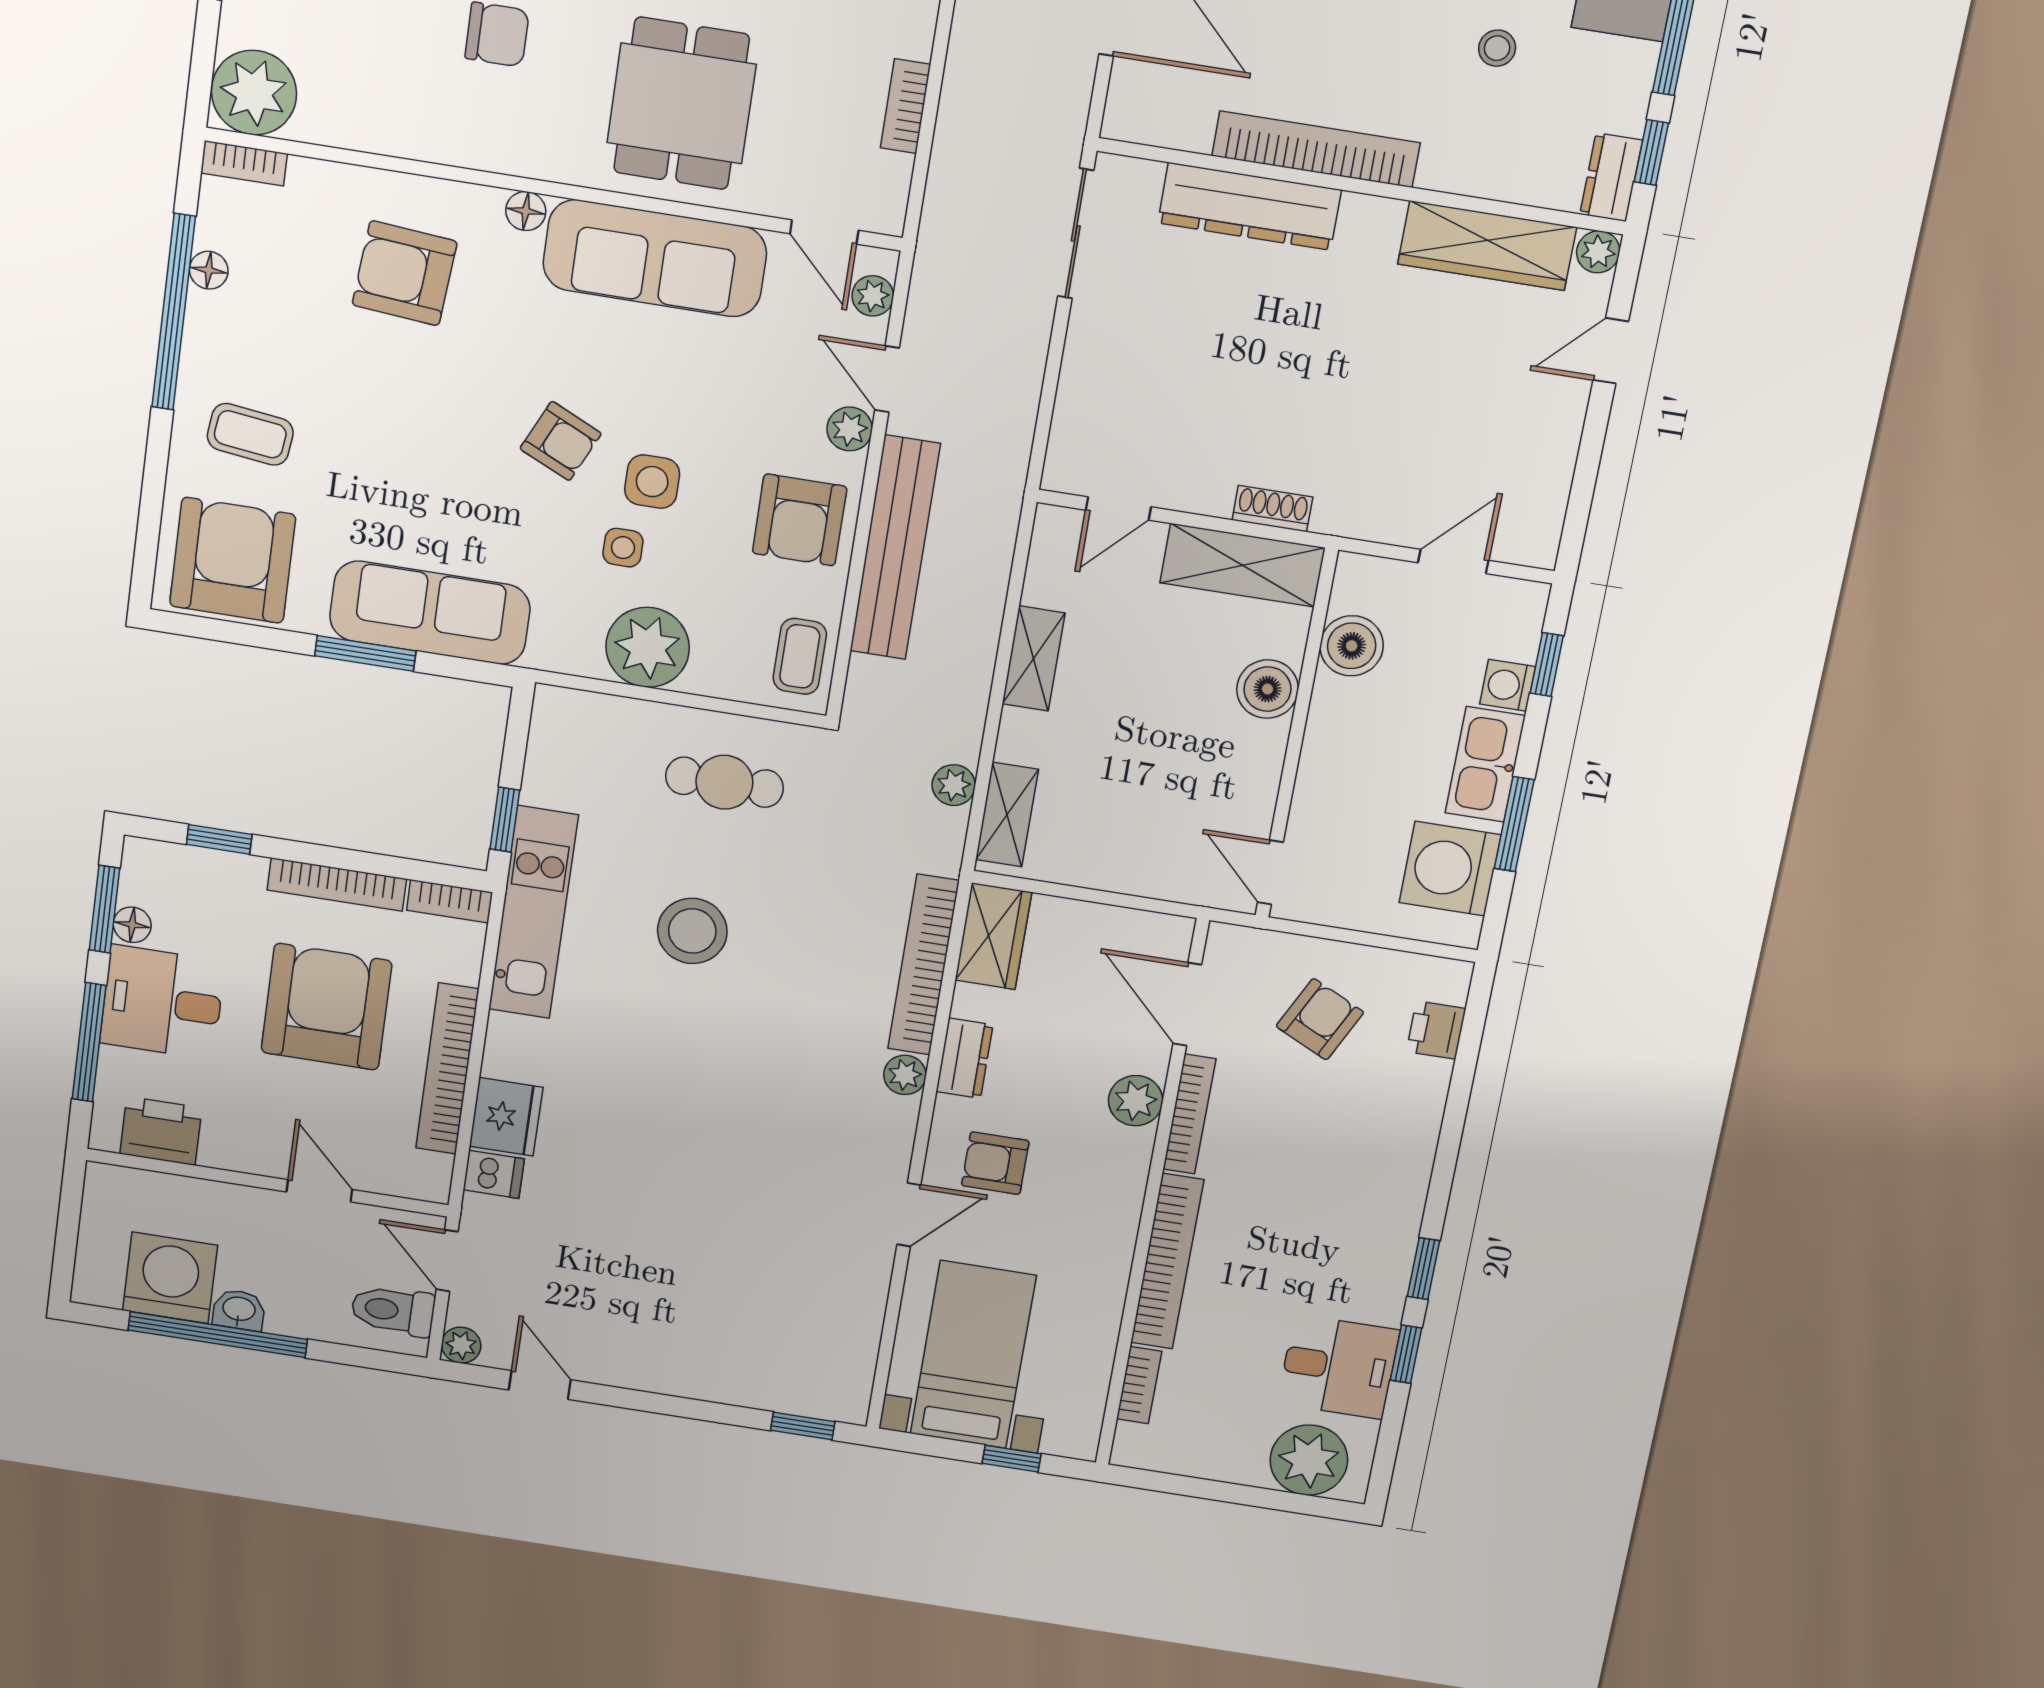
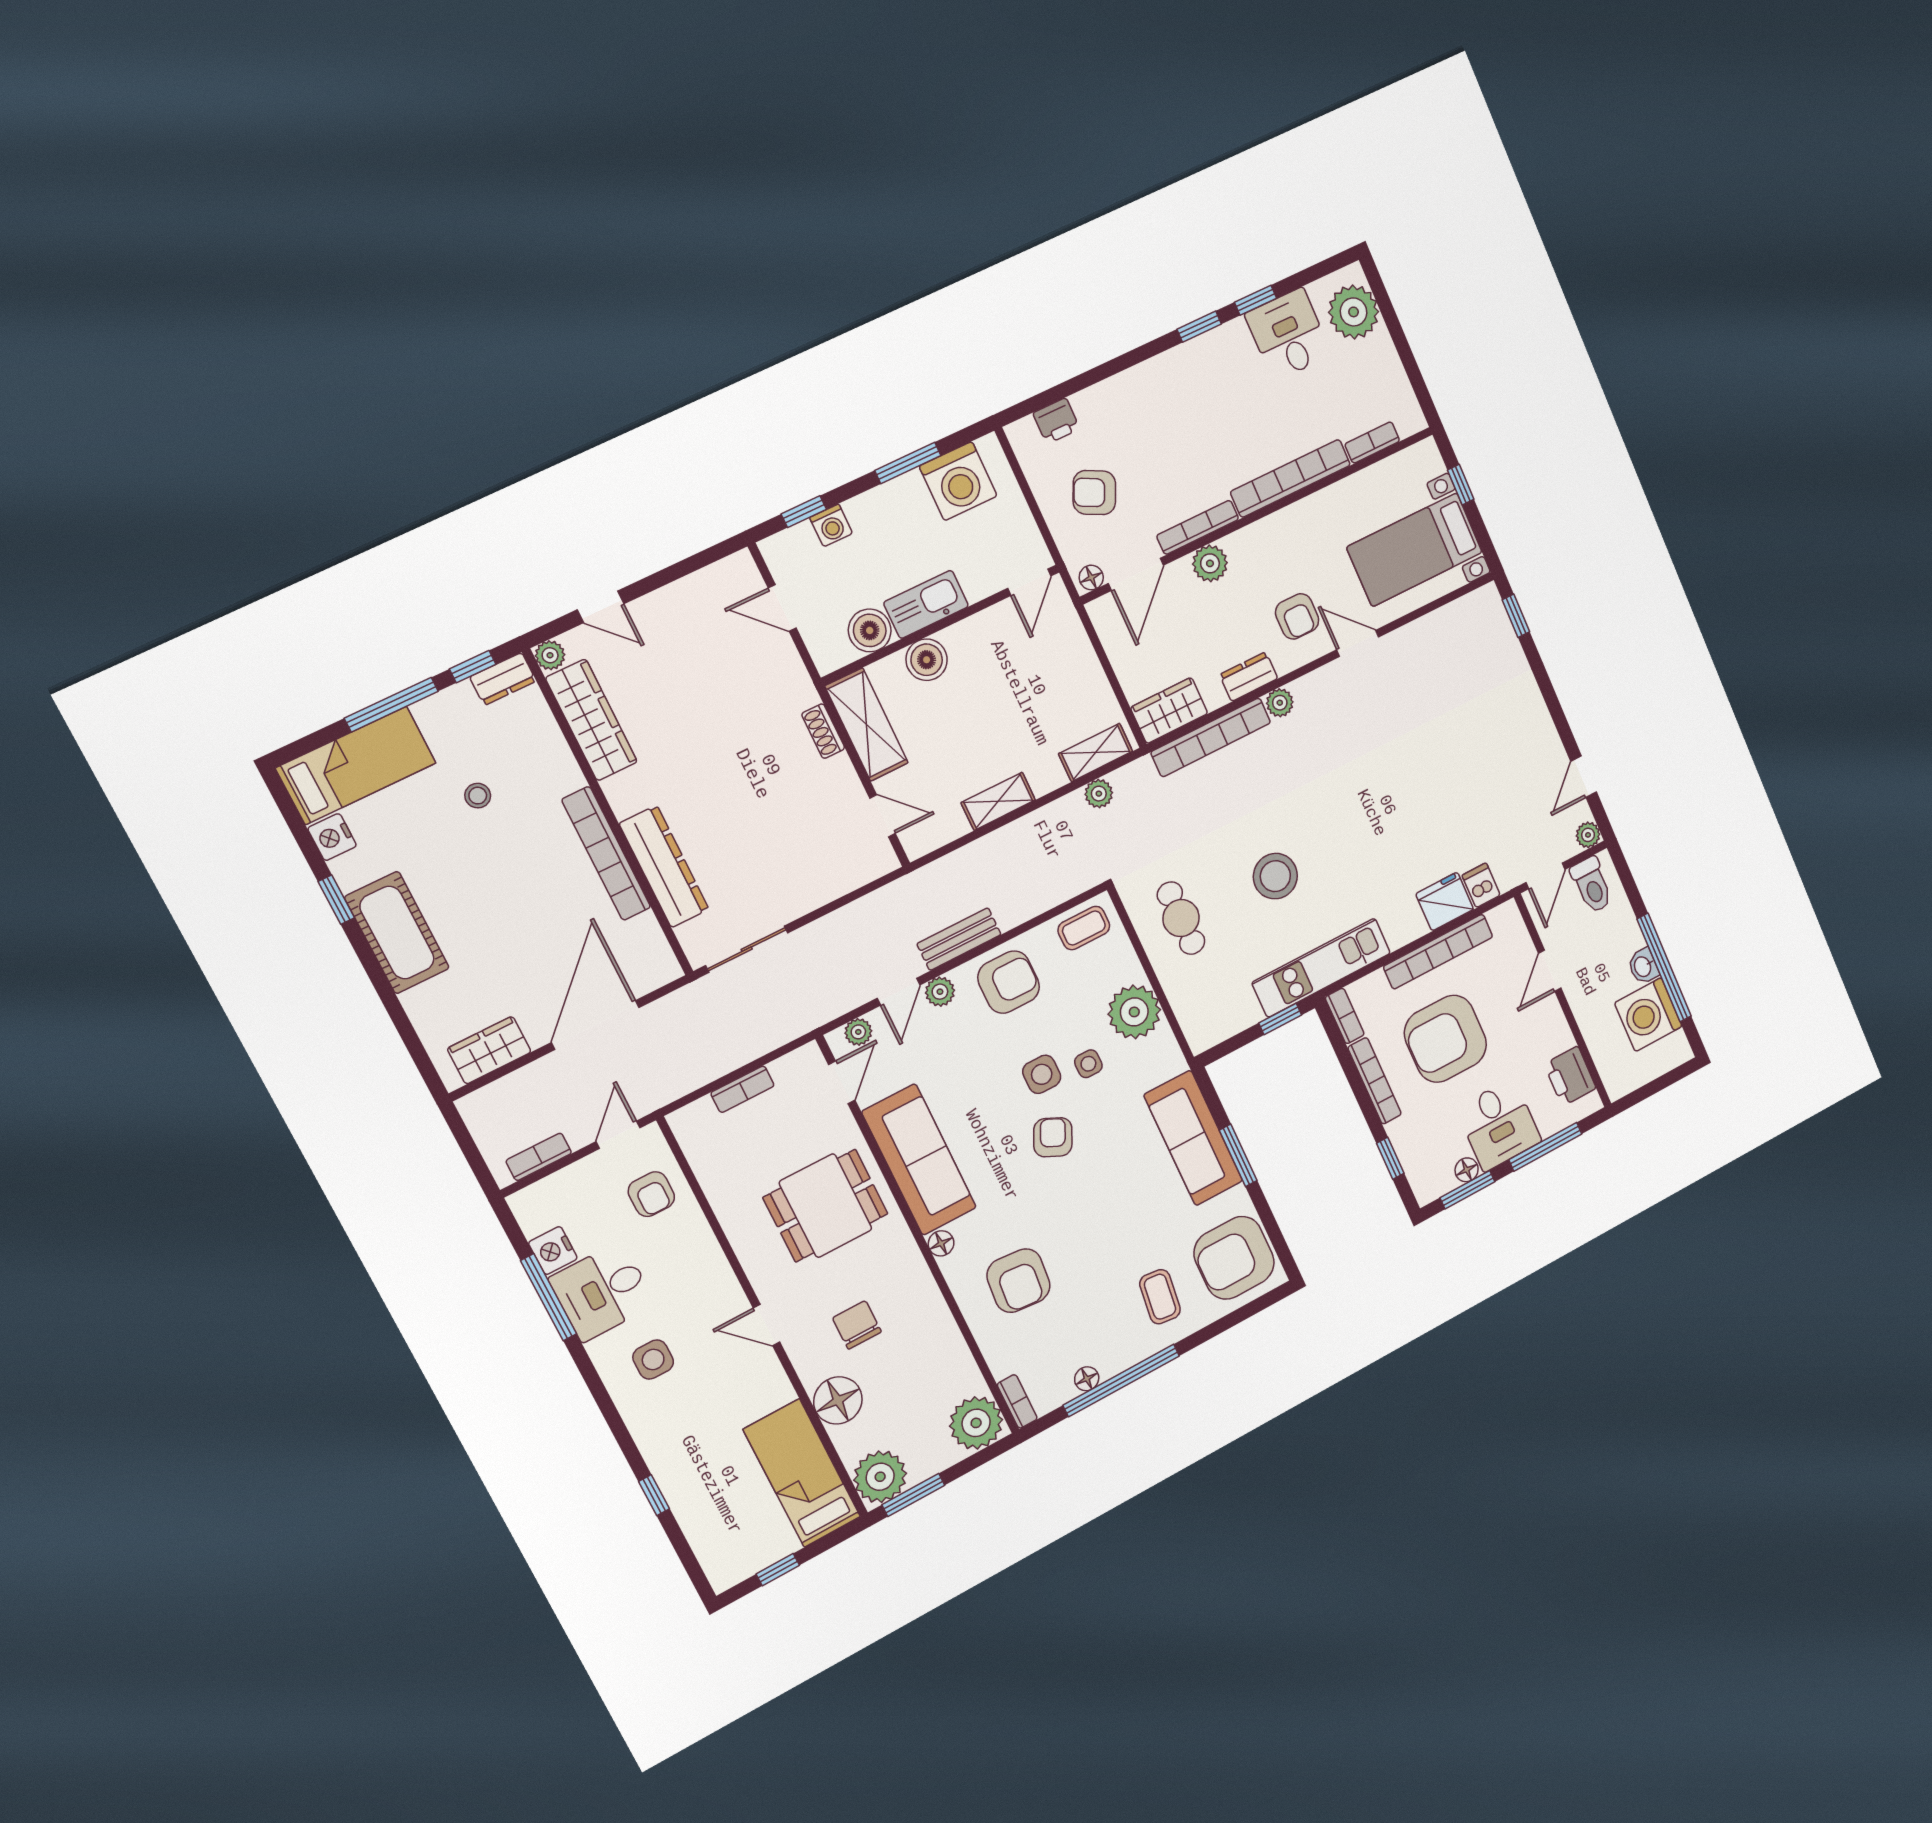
bench: (895, 548) -> (959, 939), width x0.54, depth x0.82
kitchen sink: (1485, 764) -> (926, 604), moved, turned 180
floor lamp: (1222, 949) -> (1091, 577), added

